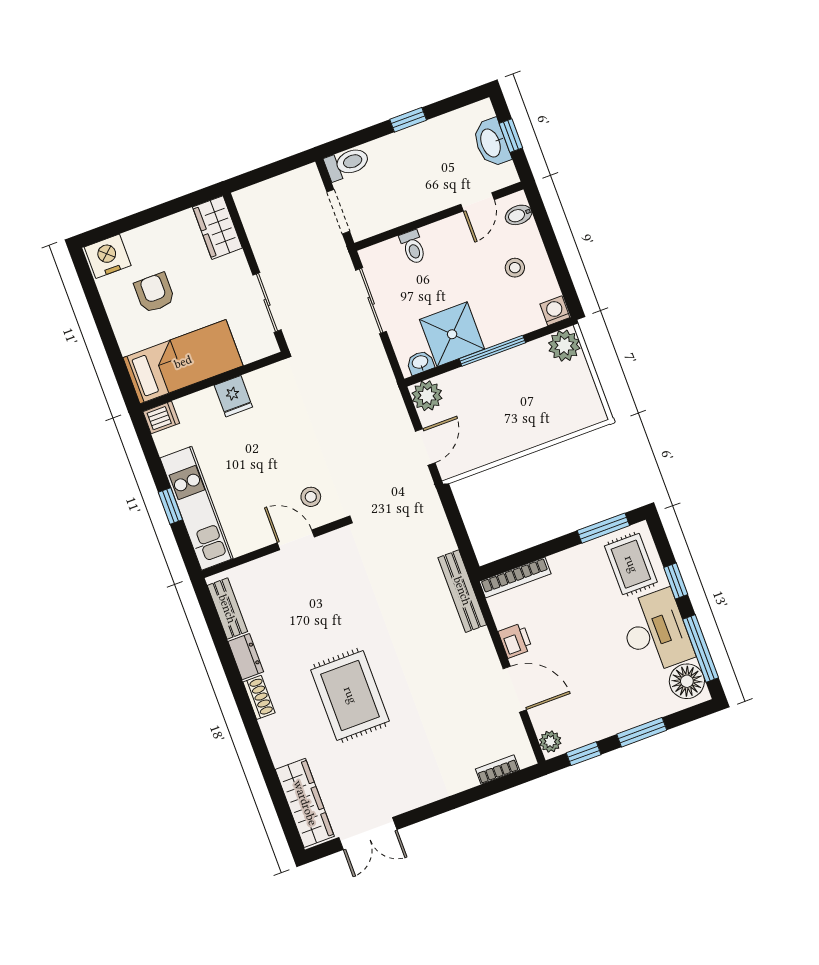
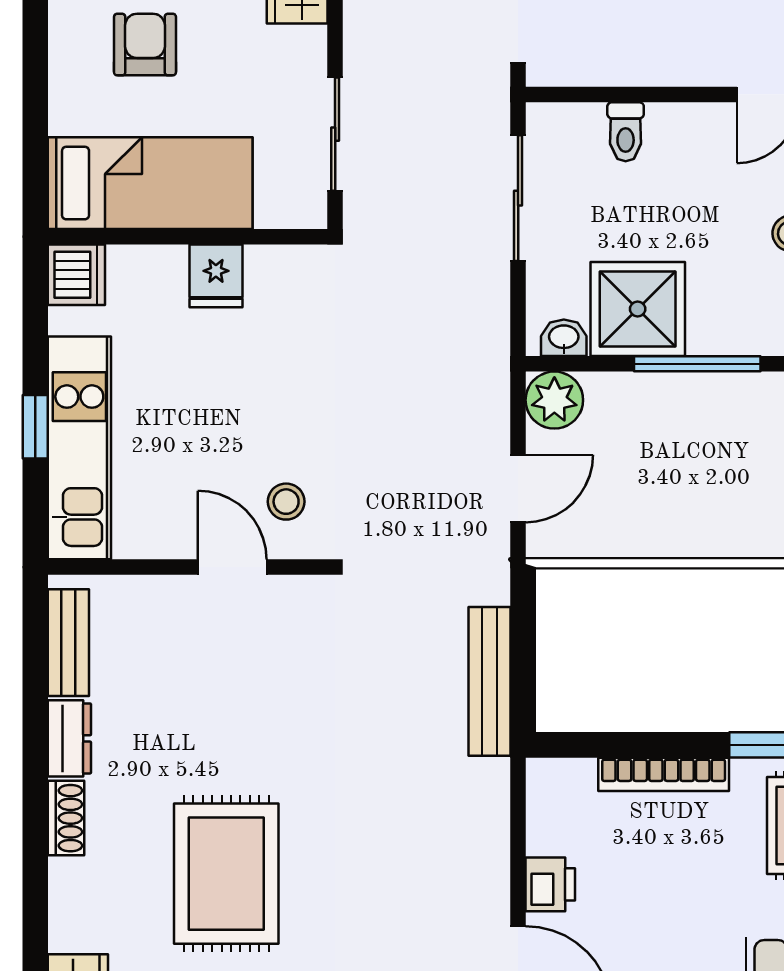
dishwasher: (161, 417) -> (76, 275), width x1.38
bookcase: (515, 578) -> (664, 774), moved
bench: (462, 591) -> (490, 681), moved

